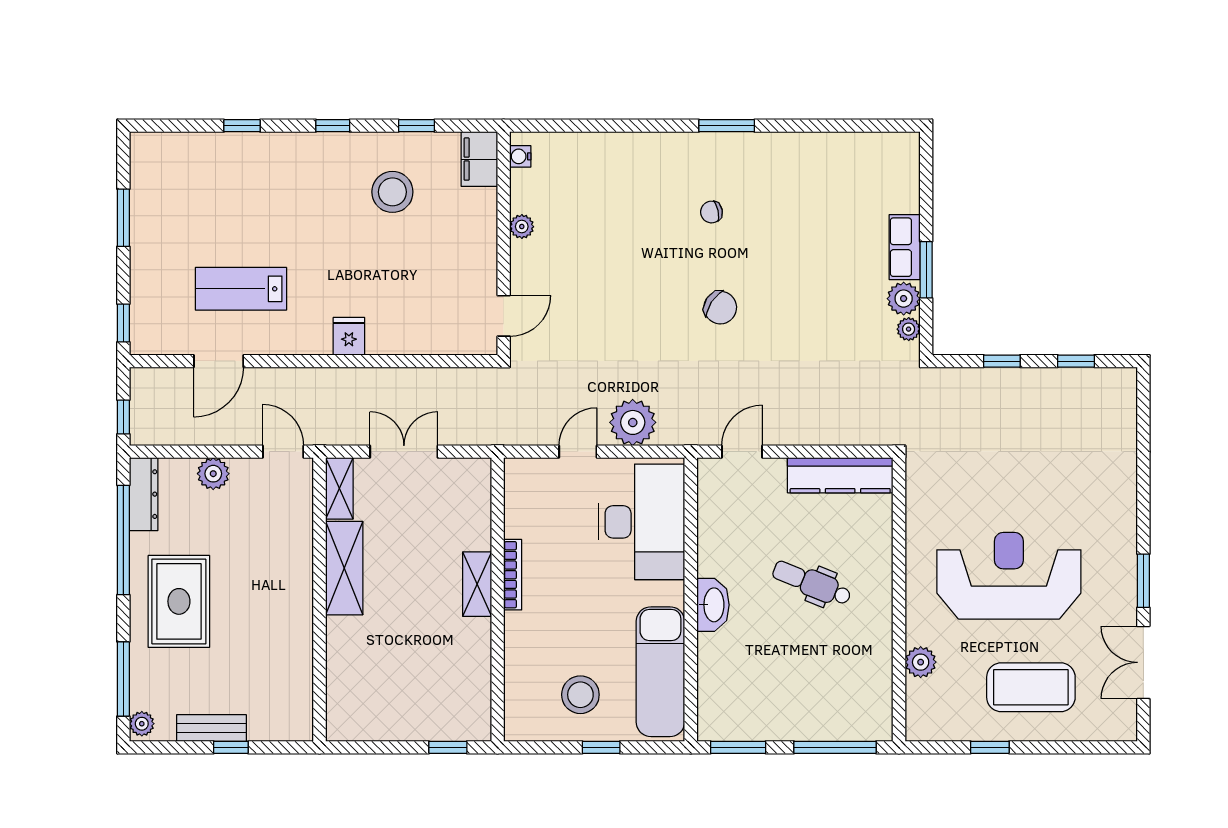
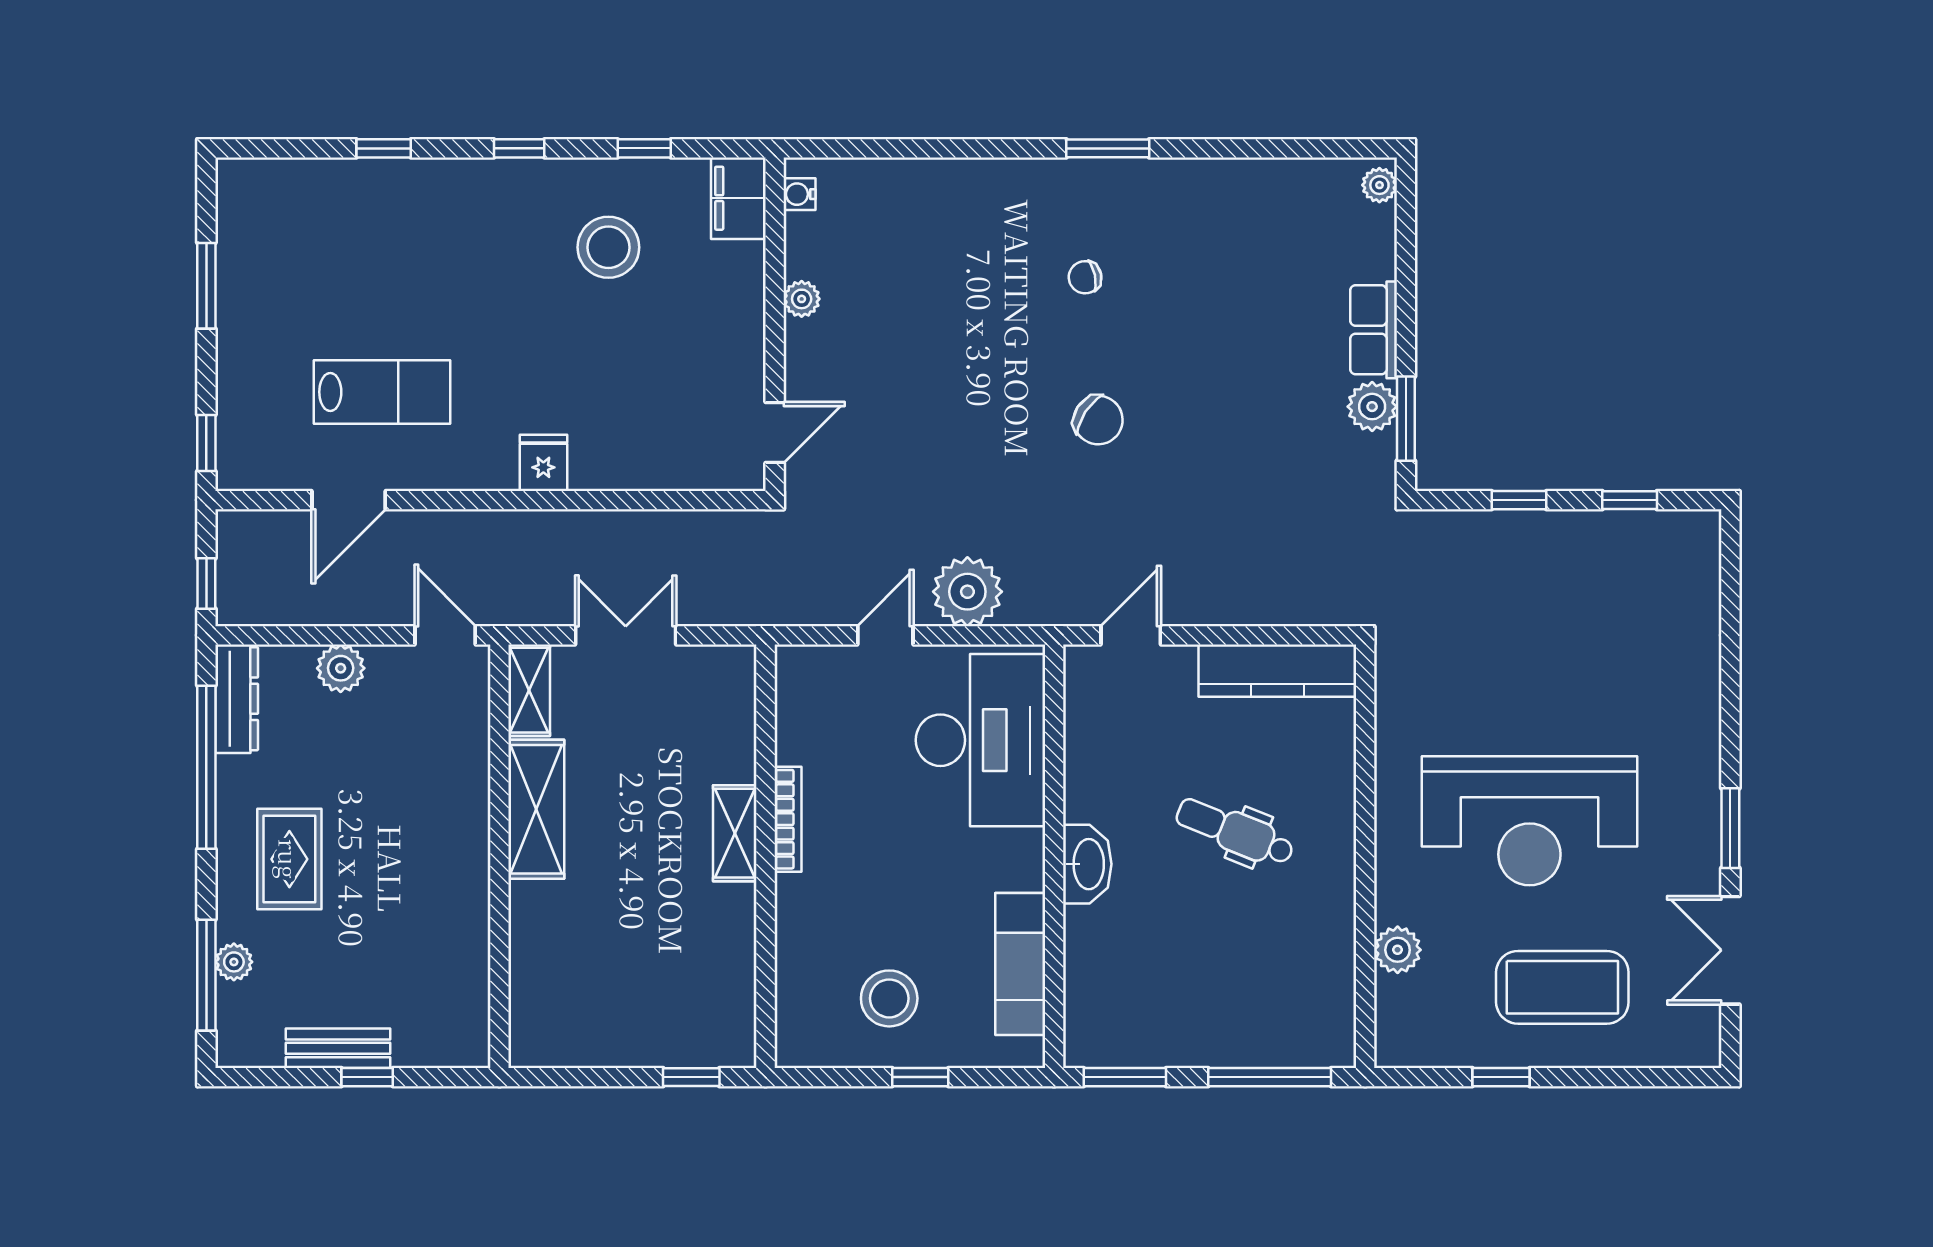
window: (926, 270) -> (1406, 419), moved
lab bench: (241, 289) -> (382, 392), turned 180
plant: (909, 329) -> (1379, 185), moved
reception desk: (1009, 576) -> (1529, 821), turned 180
rug: (179, 601) -> (289, 859), width x0.73, depth x0.70
exam couch: (660, 672) -> (1020, 964), width x0.73, depth x0.69
plant: (142, 724) -> (234, 962), moved

